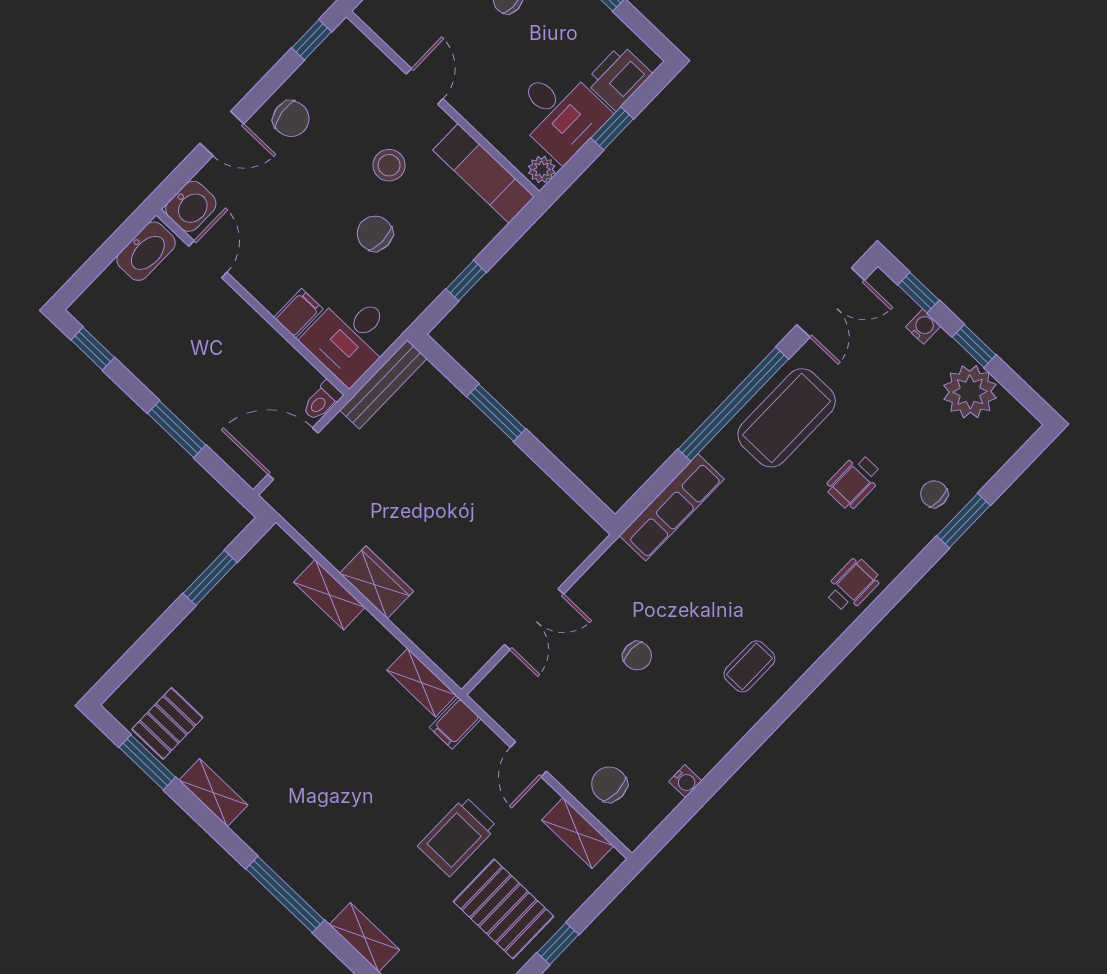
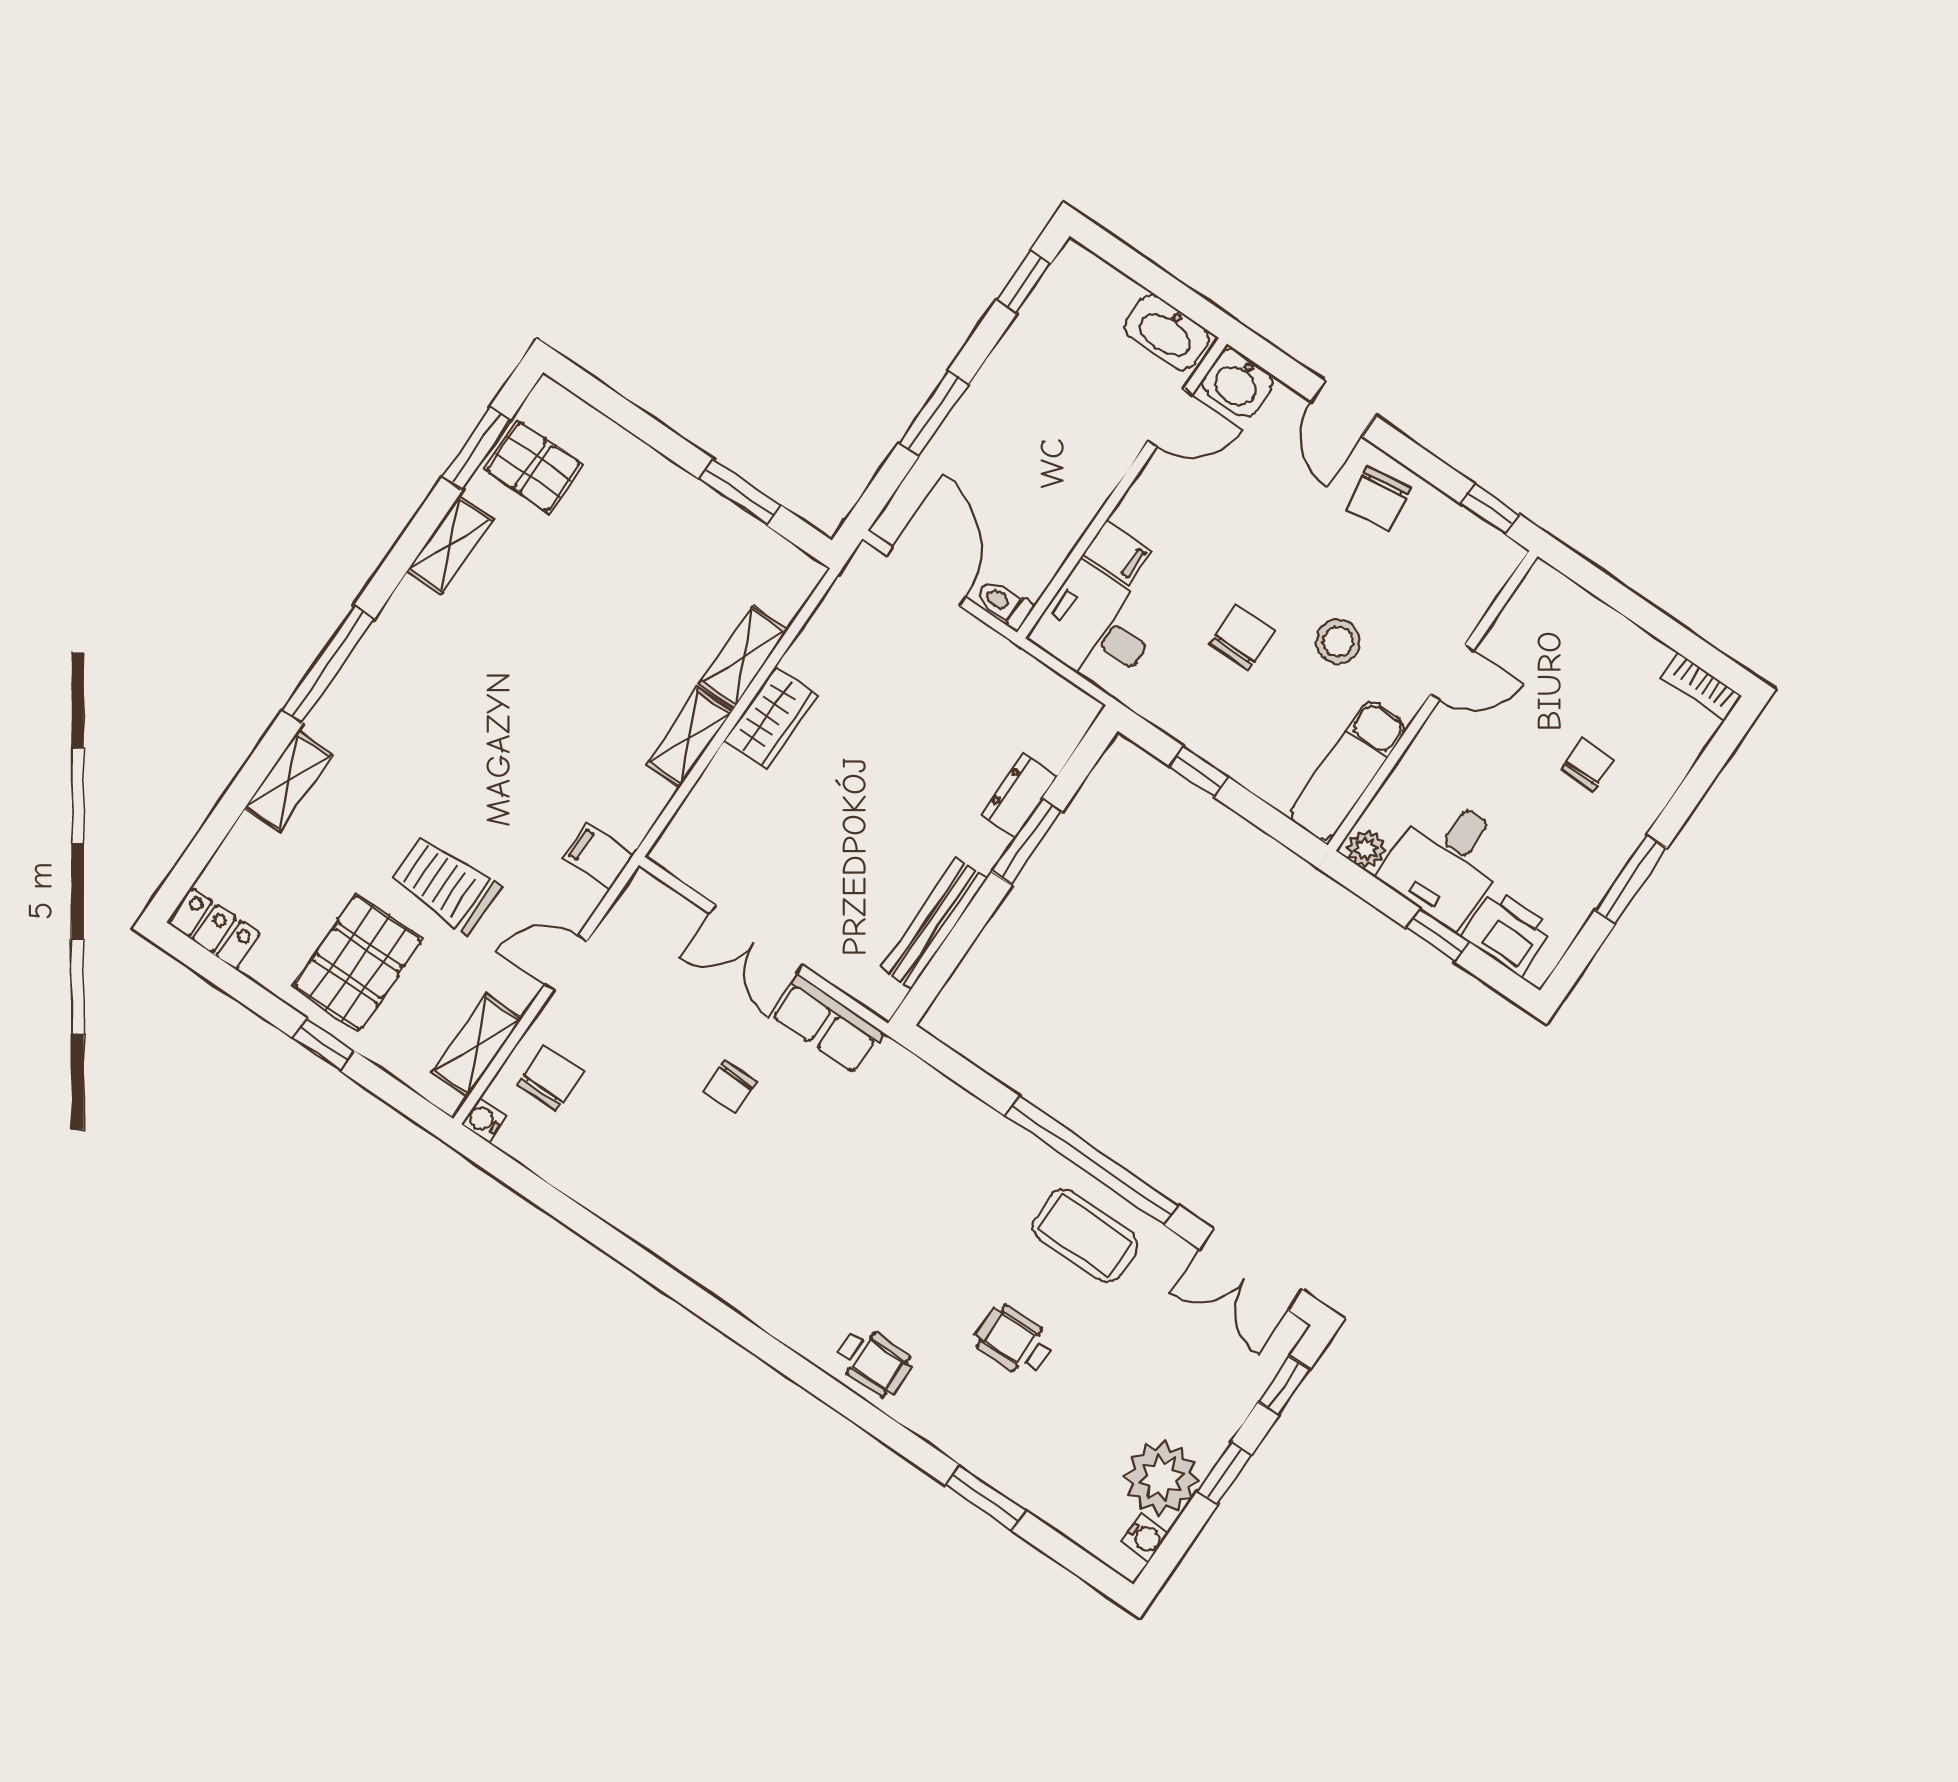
water cooler: (923, 327) -> (1145, 1537), moved
bench: (383, 384) -> (934, 923), moved, turned 90
dresser: (462, 413) -> (1019, 795), added
coffee table: (787, 418) -> (1085, 1236), width x0.73, depth x0.76
chair: (934, 494) -> (1015, 1452), removed
row of seats: (672, 507) -> (827, 1024), moved, width x0.68
coffee table: (749, 666) -> (741, 1241), removed
shelving: (422, 683) -> (689, 738), moved
water cooler: (685, 781) -> (484, 1120), moved, turned 90

